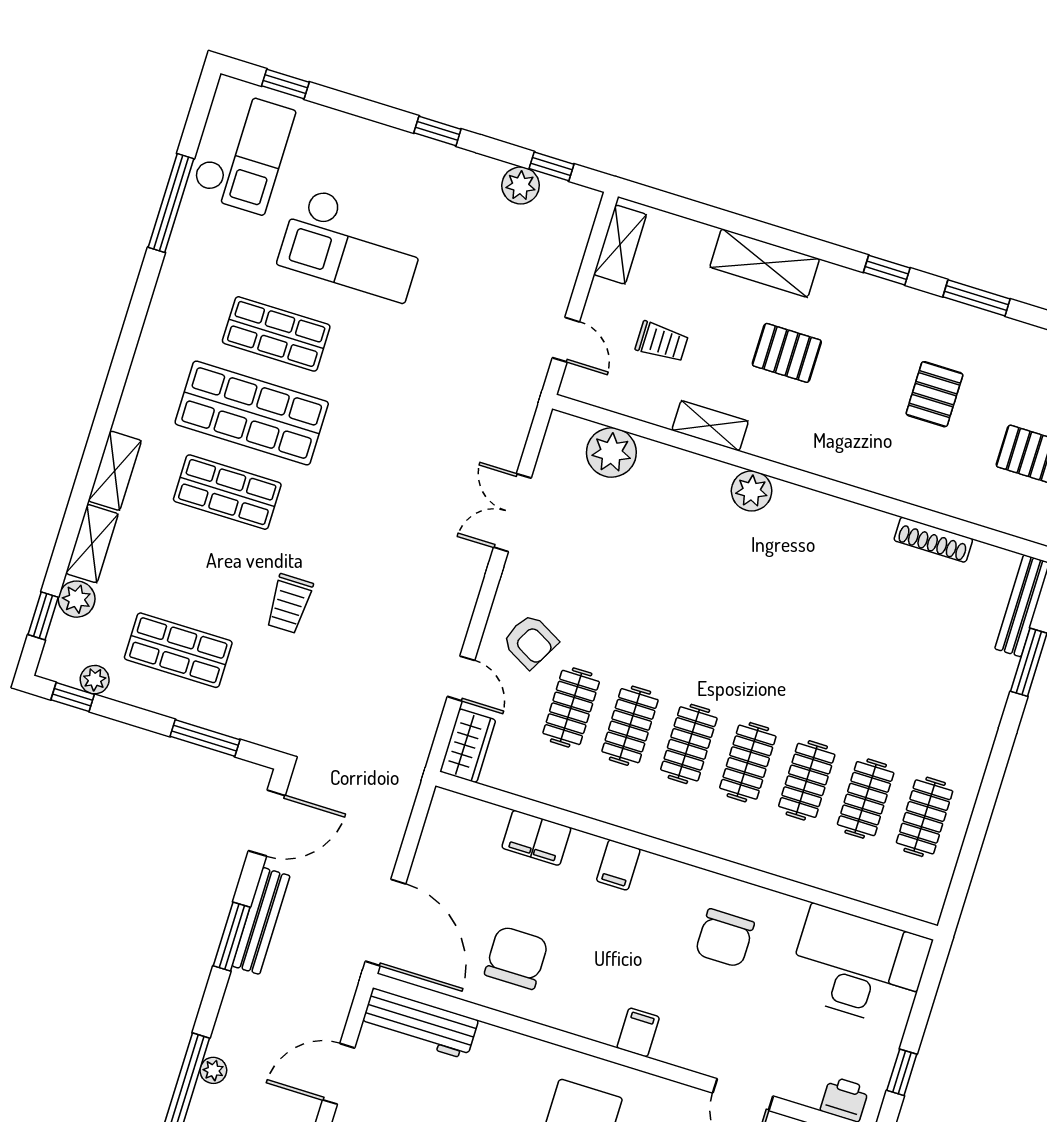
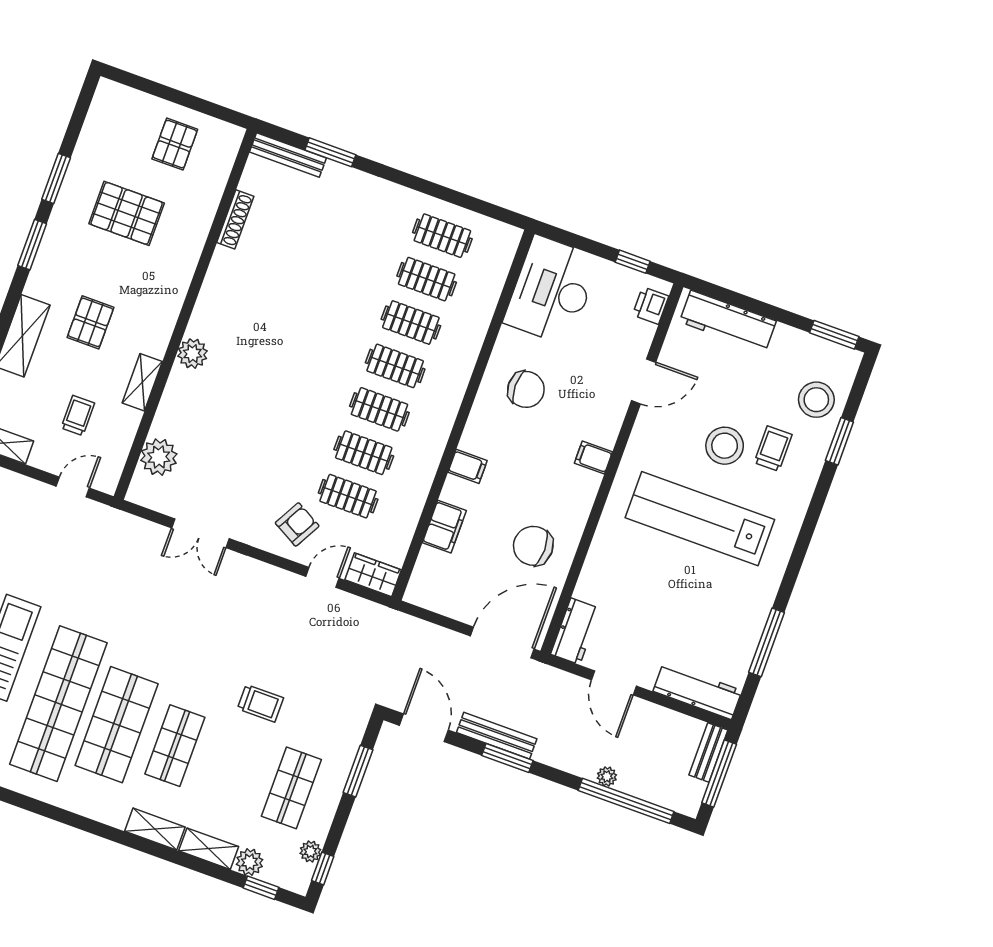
window: (887, 270) -> (32, 245), width x1.50
shop shelf: (276, 334) -> (58, 704), width x2.00, depth x1.36
pallet: (934, 394) -> (127, 213), width x1.50, depth x1.42
workbench: (420, 1024) -> (575, 631), width x0.73

